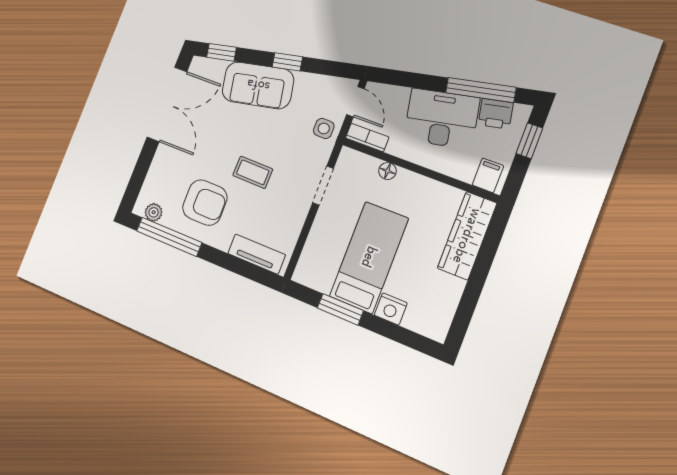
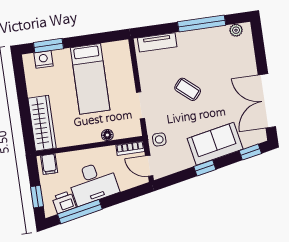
coffee table: (253, 172) -> (188, 89), turned 40
armchair: (205, 203) -> (207, 54), removed
window: (169, 237) -> (202, 23), moved
window: (340, 309) -> (48, 46), moved
nightstand: (391, 309) -> (43, 59), moved

